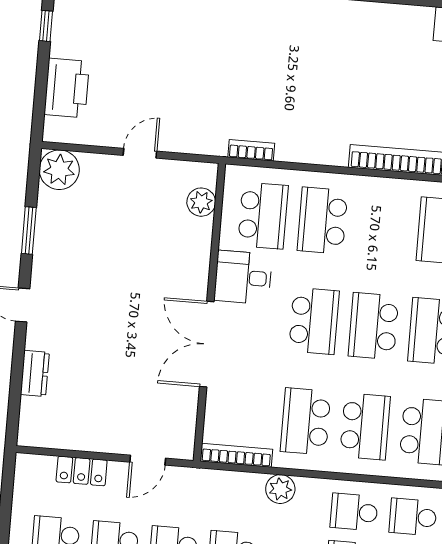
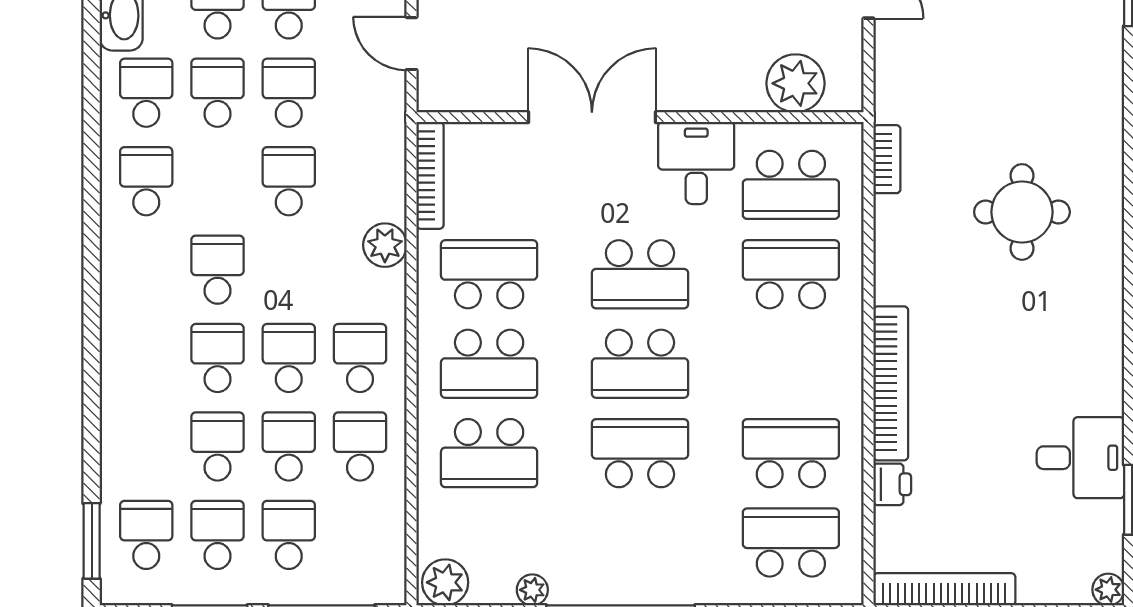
round table: (294, 63) -> (1022, 212), added
plant: (201, 202) -> (796, 83), width x1.36, depth x1.36
school desk: (373, 326) -> (640, 364), turned 180

